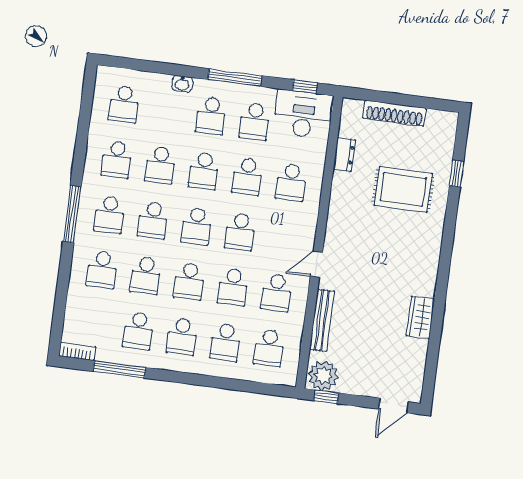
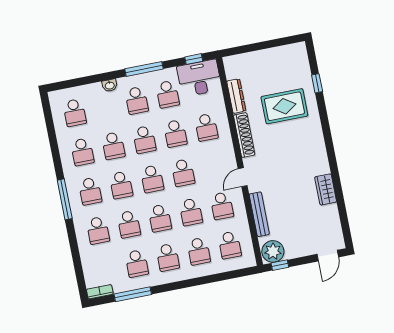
shoe rack: (394, 113) -> (244, 135), moved, turned -90
dresser: (344, 154) -> (236, 96), width x1.44

